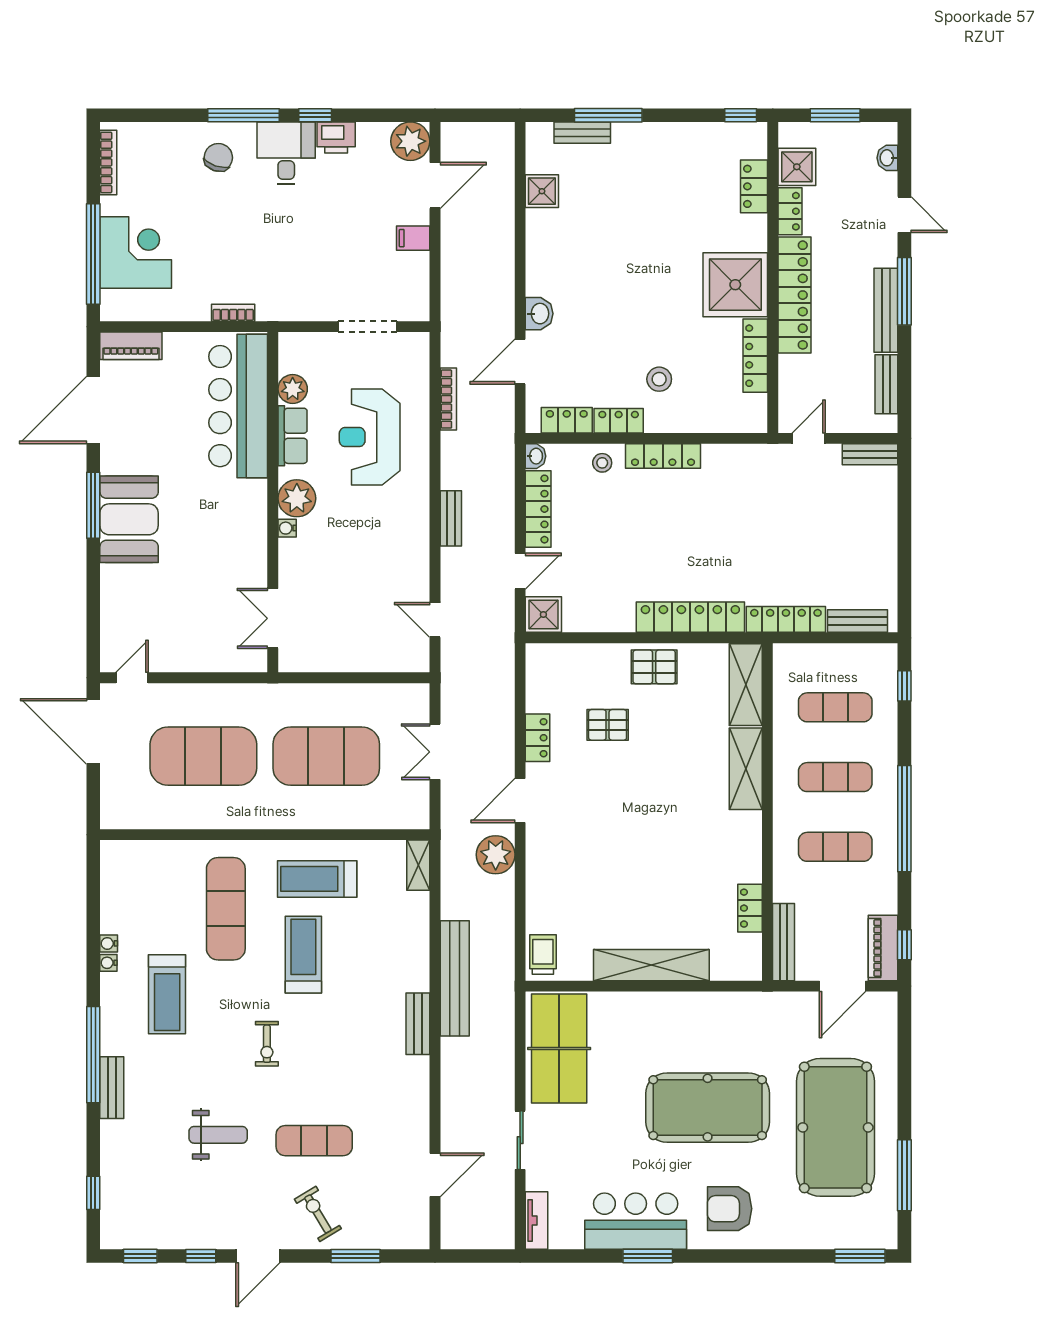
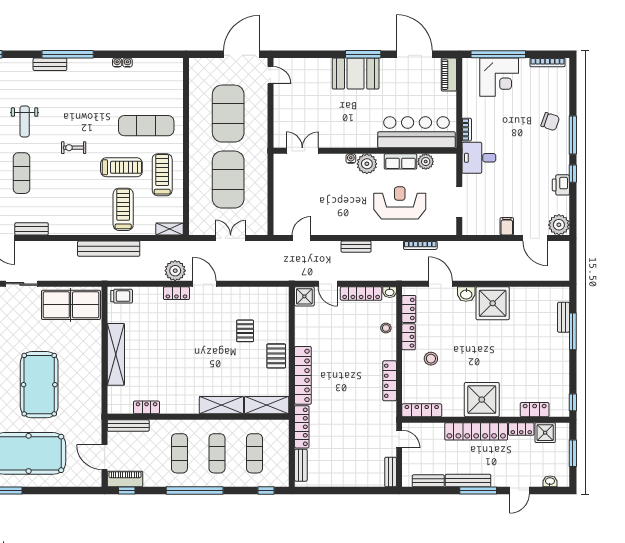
desk: (286, 153) -> (479, 158), moved, turned 180
shower: (542, 191) -> (493, 303), moved, width x1.86, depth x1.86
locker: (755, 356) -> (422, 410), moved
locker: (663, 456) -> (390, 381), moved
locker: (538, 738) -> (176, 293), moved
treadmill: (167, 994) -> (123, 209), moved, turned 90
bench: (418, 1024) -> (32, 229), moved

